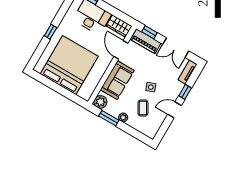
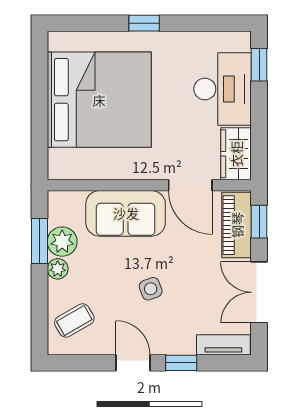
door: (121, 50) -> (190, 185), swing flipped
plant: (100, 102) -> (62, 242), moved
coffee table: (143, 108) -> (74, 320), moved

